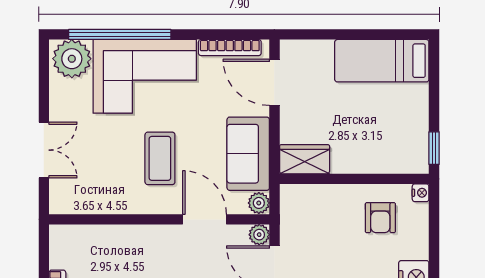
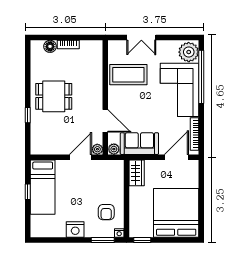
bed: (382, 61) -> (176, 213), width x2.04
coffee table: (160, 158) -> (128, 75), moved, width x1.36, depth x1.32
armchair: (380, 218) -> (106, 212), turned -90
door: (205, 219) -> (105, 121), hinge flipped
window: (434, 224) -> (103, 240), added

